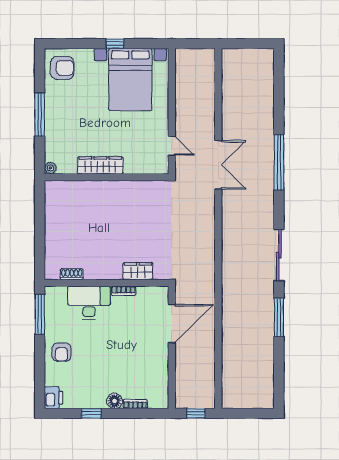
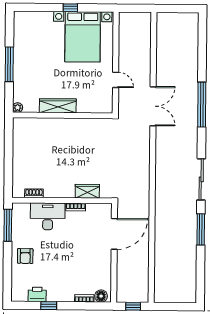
armchair: (62, 68) -> (28, 27), removed
door: (172, 146) -> (116, 80), moved
printer: (53, 398) -> (37, 294), moved, turned -90
floor lamp: (114, 401) -> (101, 296), moved

